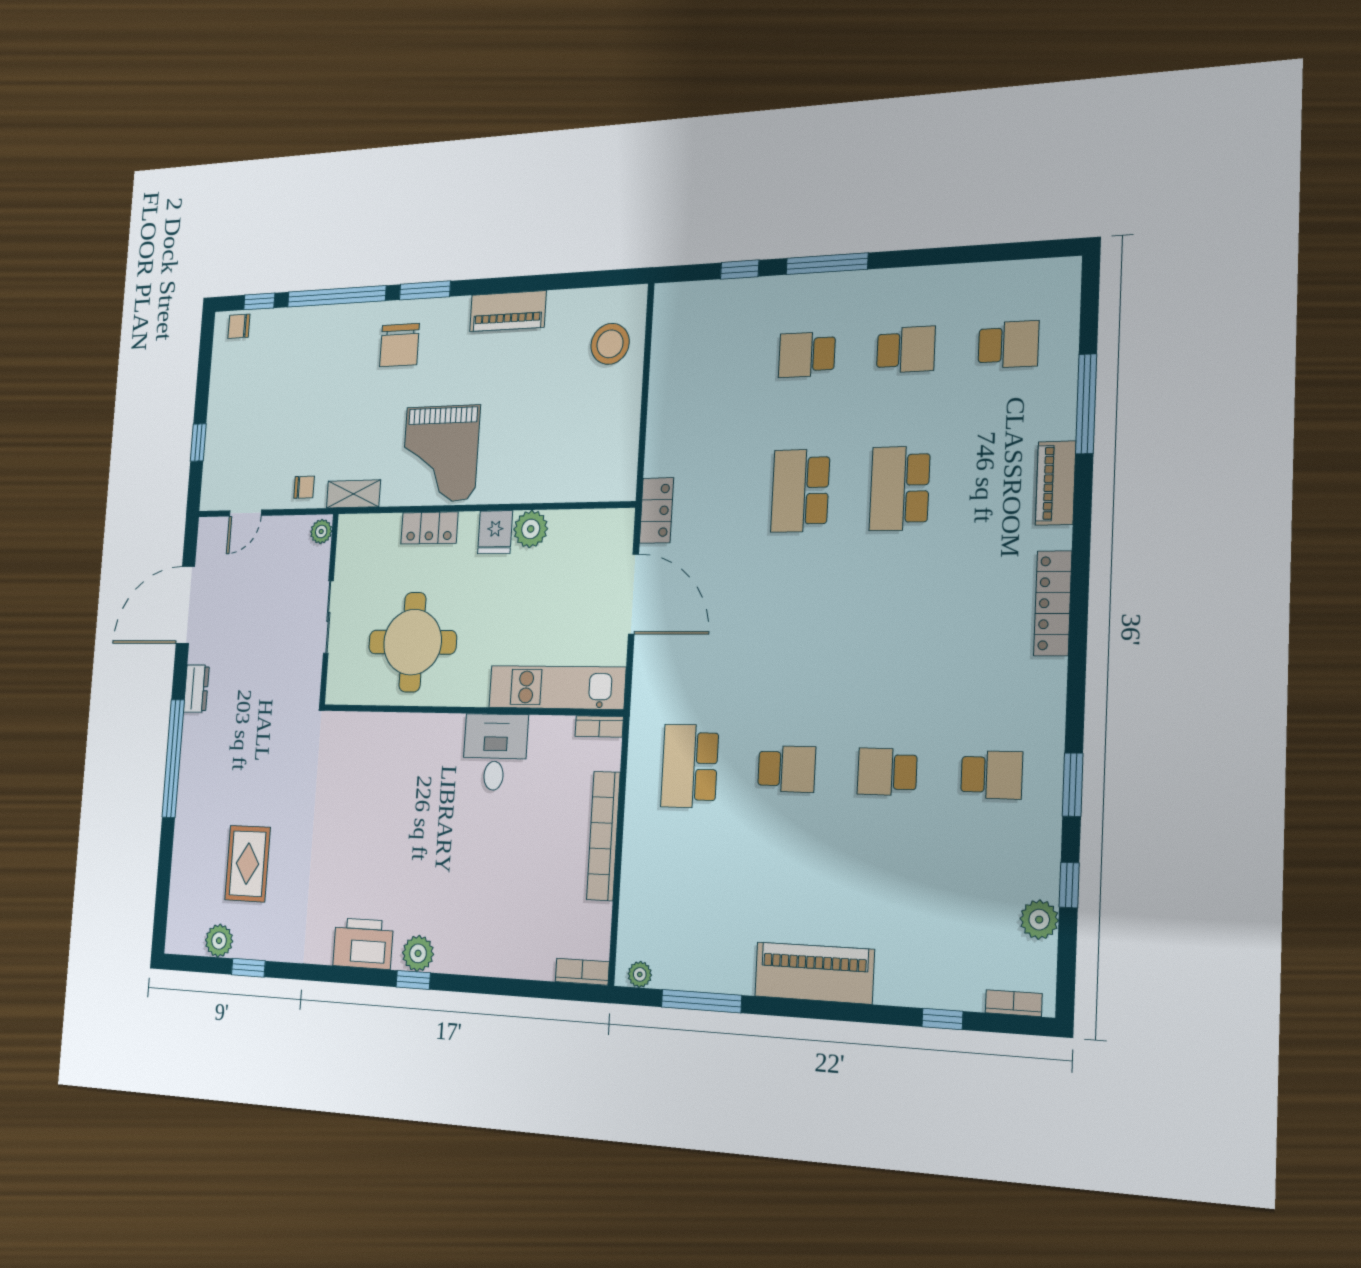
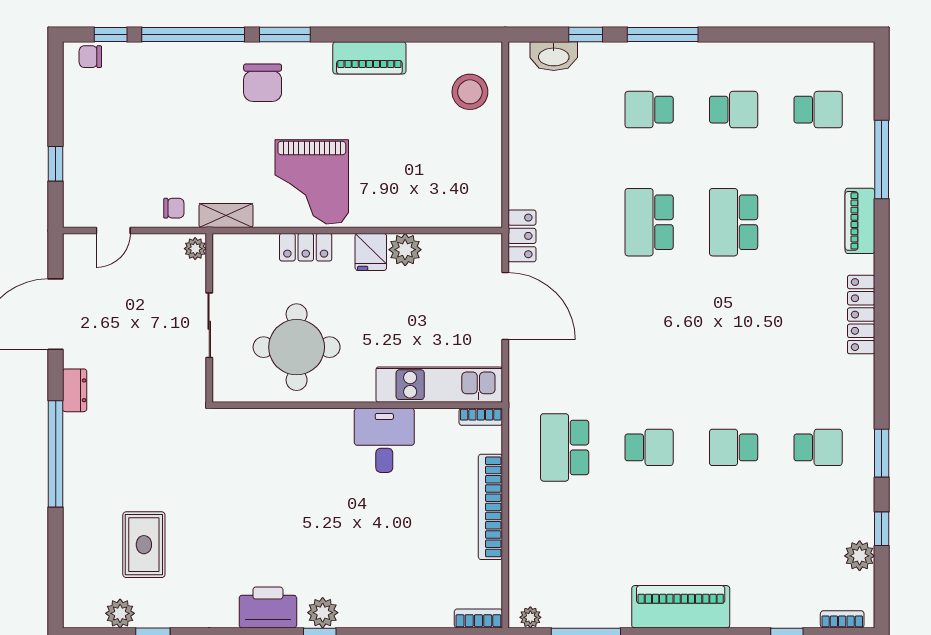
washbasin: (703, 297) -> (554, 56), added

